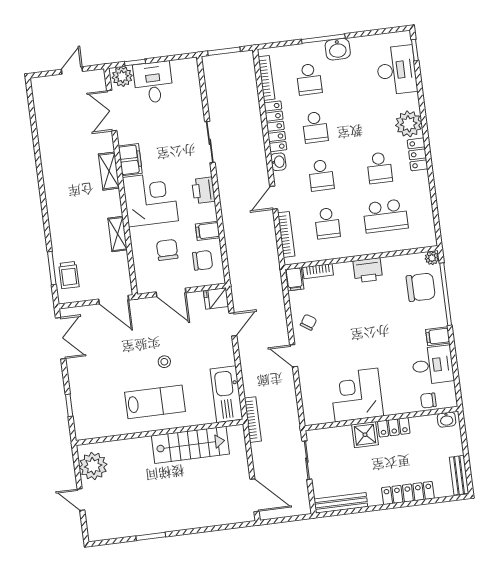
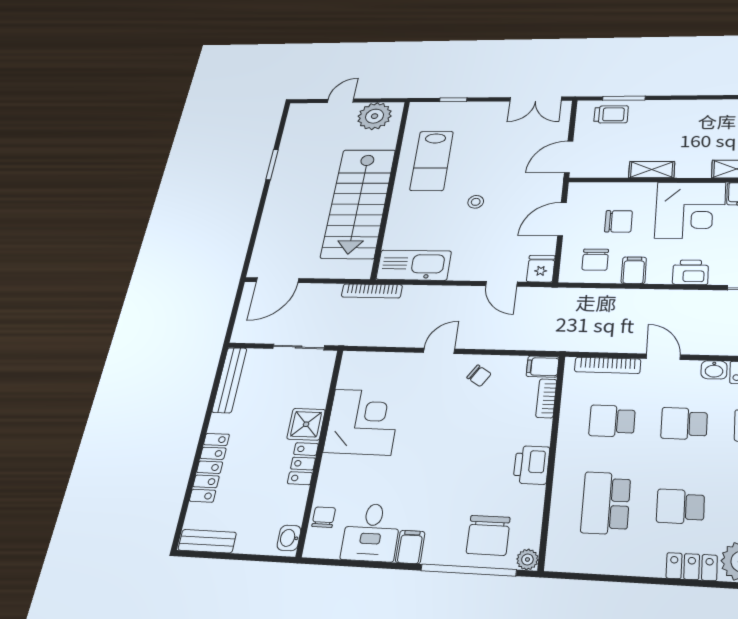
trolley: (69, 275) -> (611, 114), turned 180
lab bench: (155, 402) -> (432, 161), moved
stairs: (190, 445) -> (358, 203), width x1.36, depth x1.51

